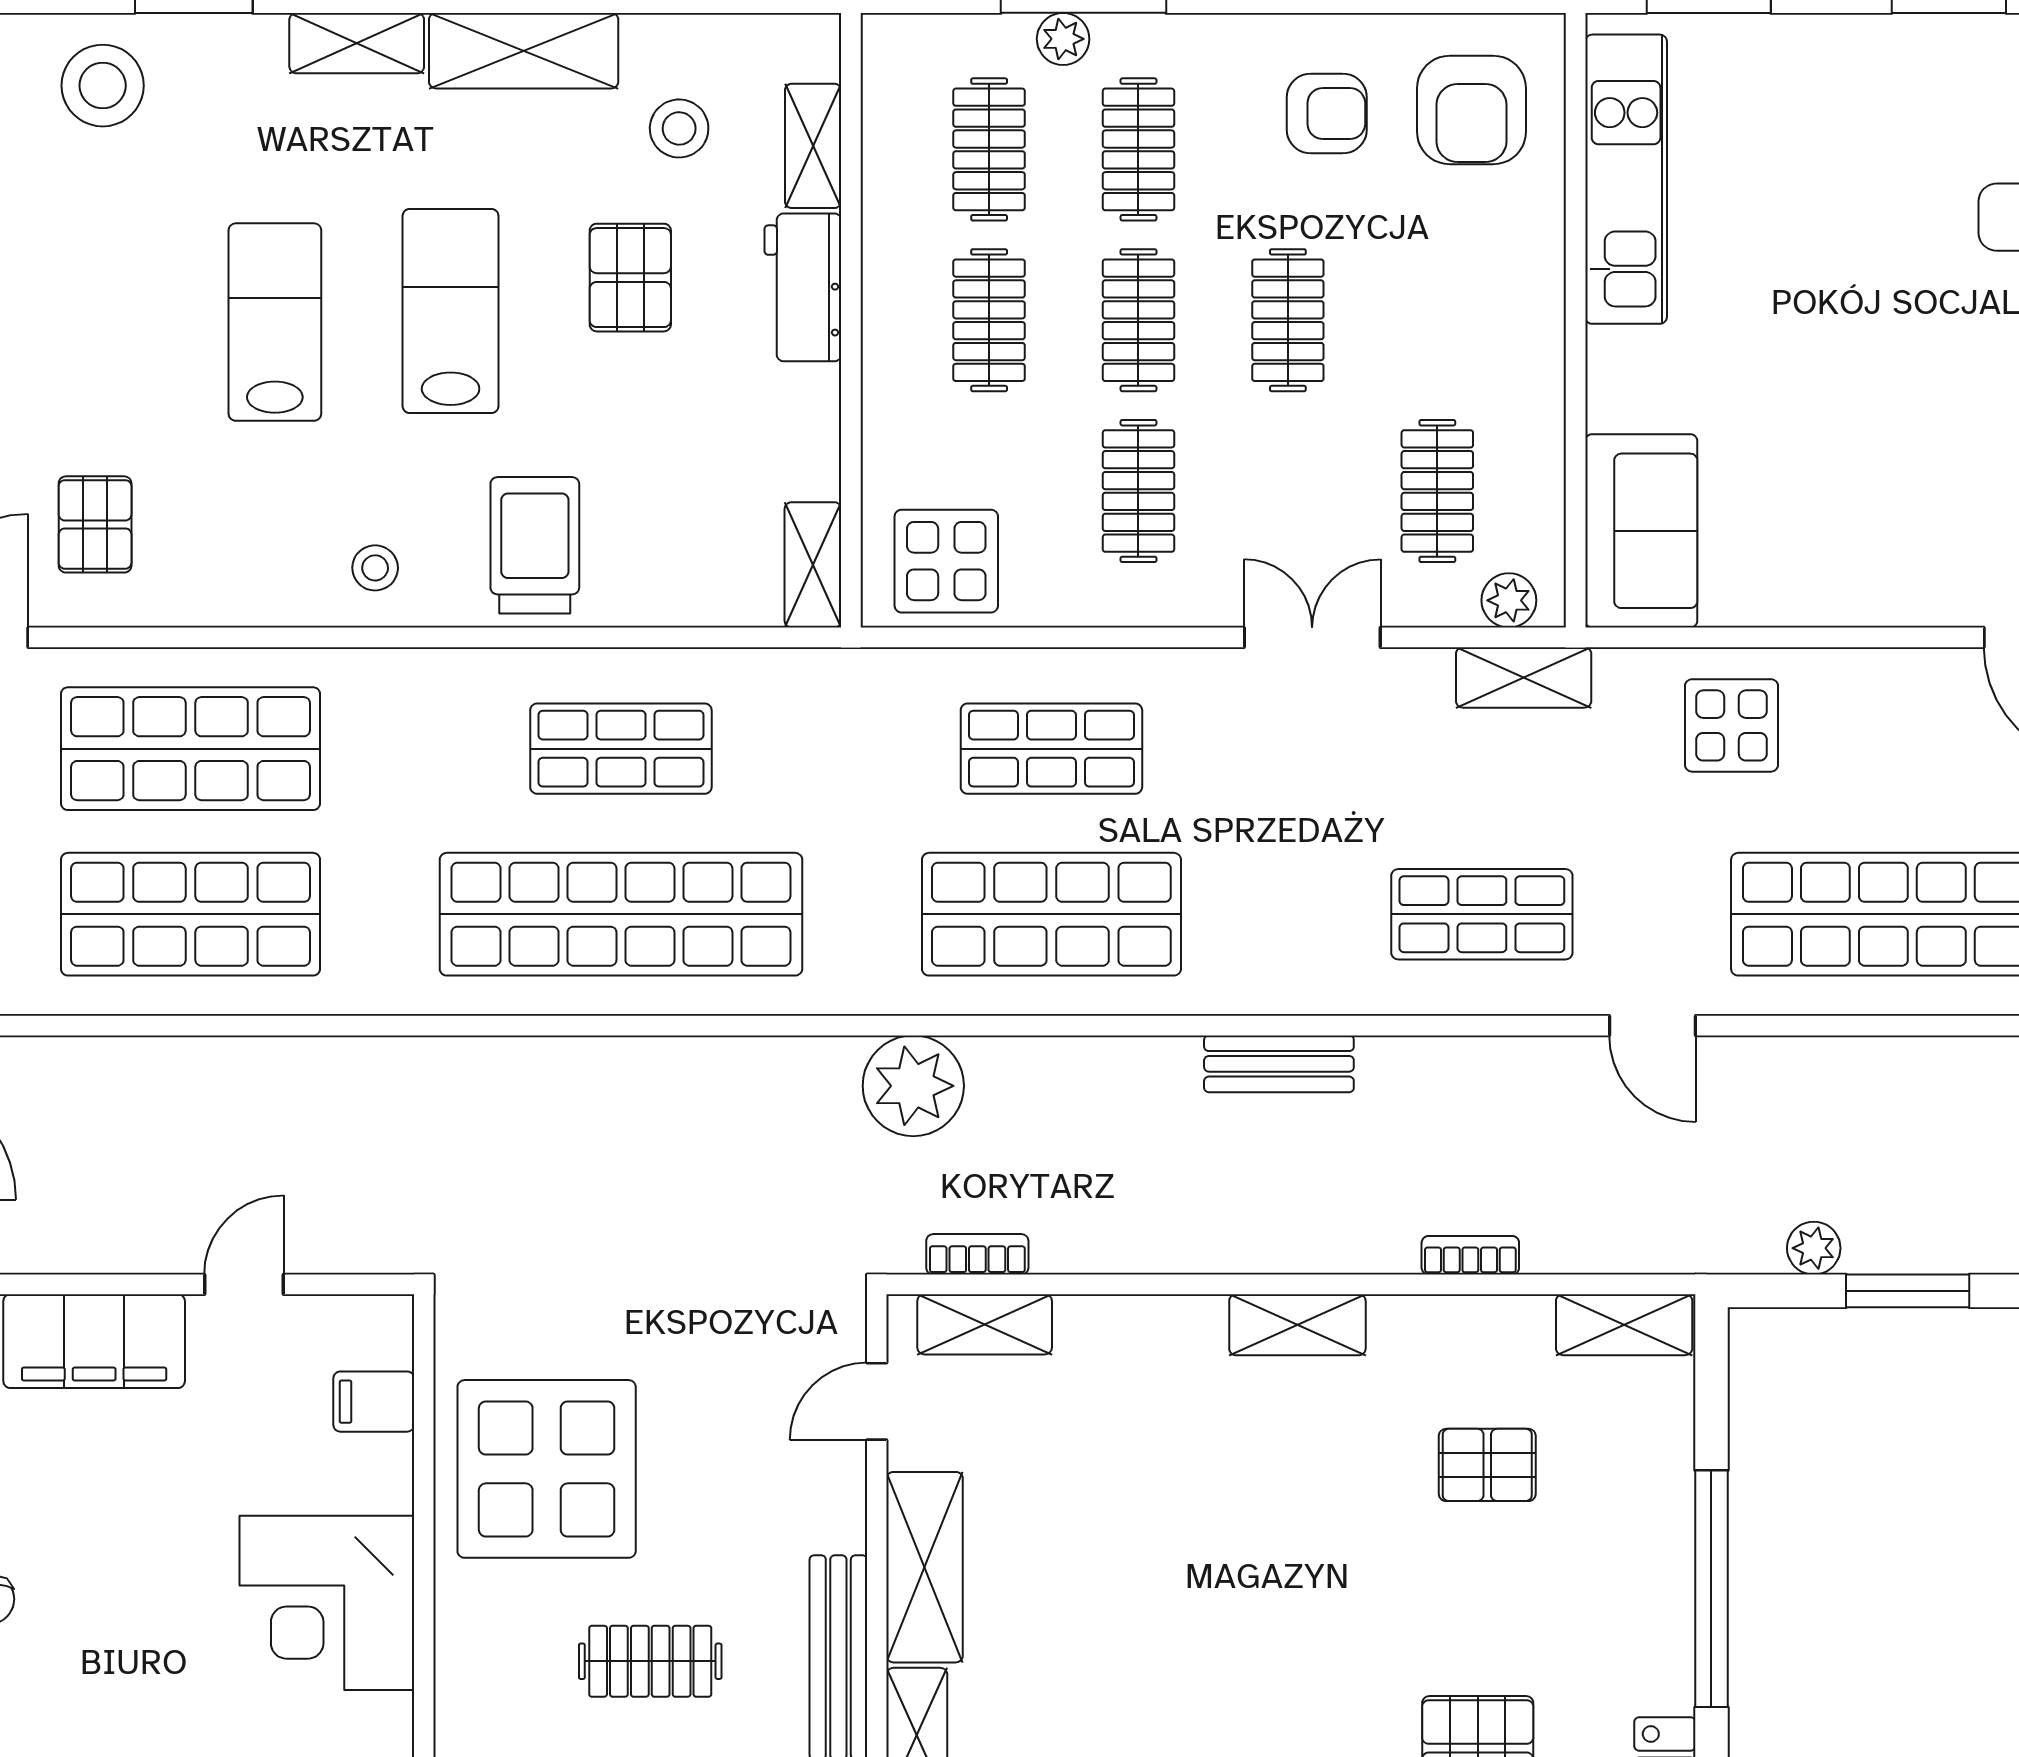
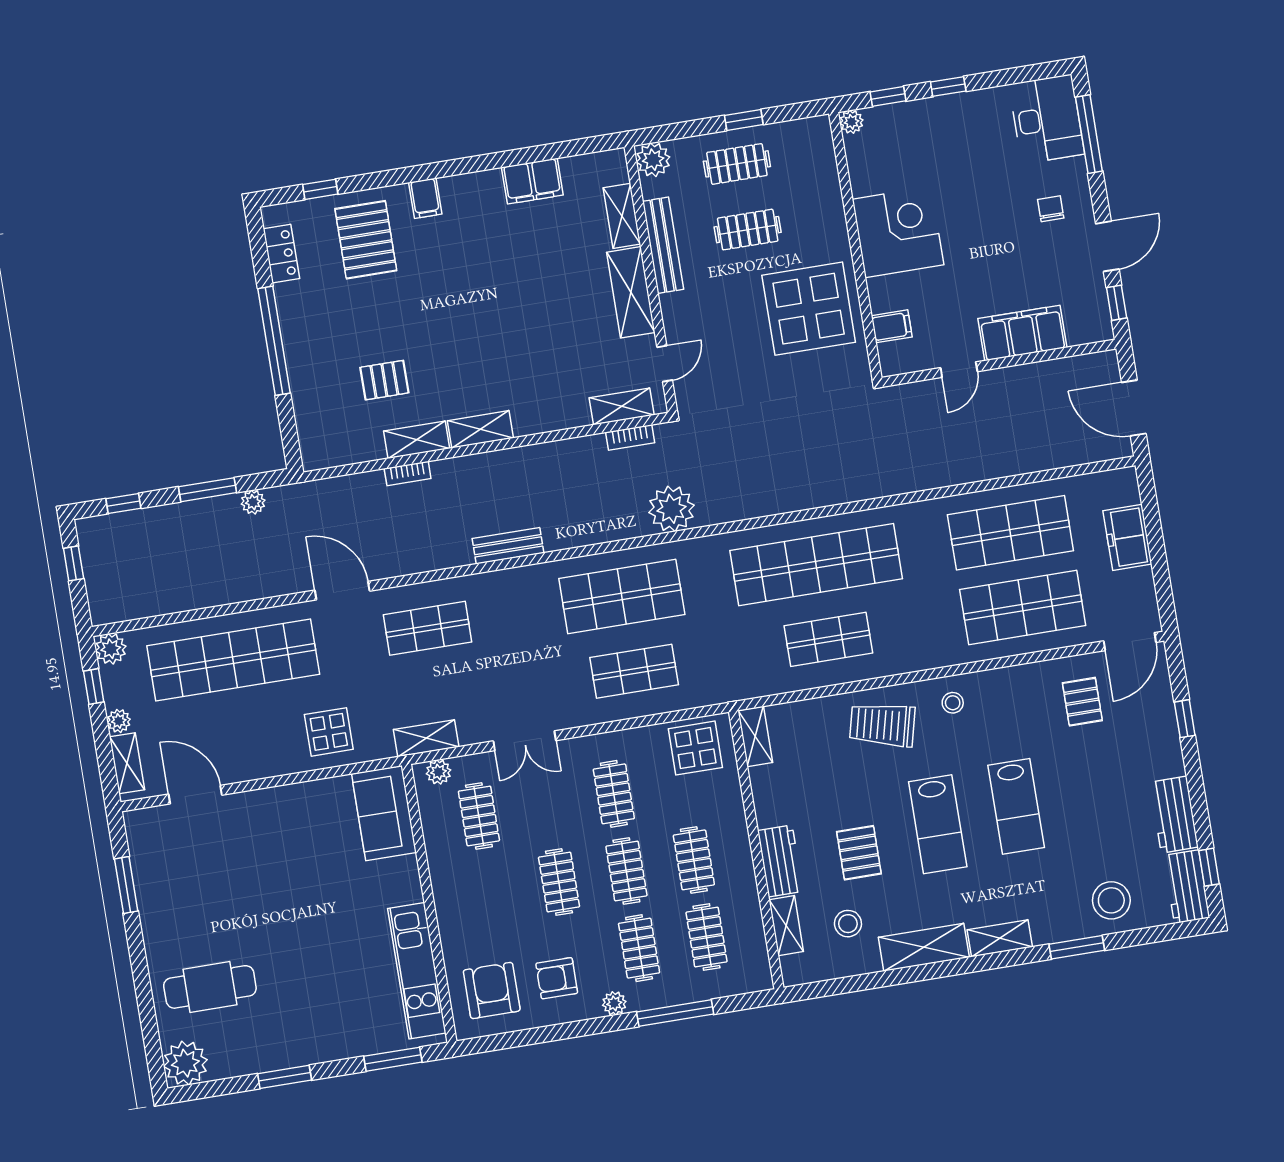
plant: (1063, 39) -> (614, 1003), moved
trolley: (535, 545) -> (882, 725), turned 104
door: (1652, 1026) -> (342, 591), width x1.38
shelving: (1624, 1325) -> (417, 440), moved

